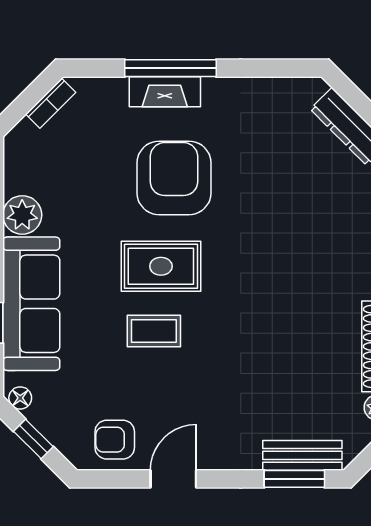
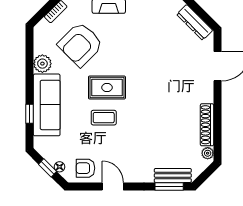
armchair: (174, 178) -> (80, 44), moved, turned -135
floor lamp: (20, 398) -> (60, 167), moved
door: (173, 479) -> (113, 186), hinge flipped

